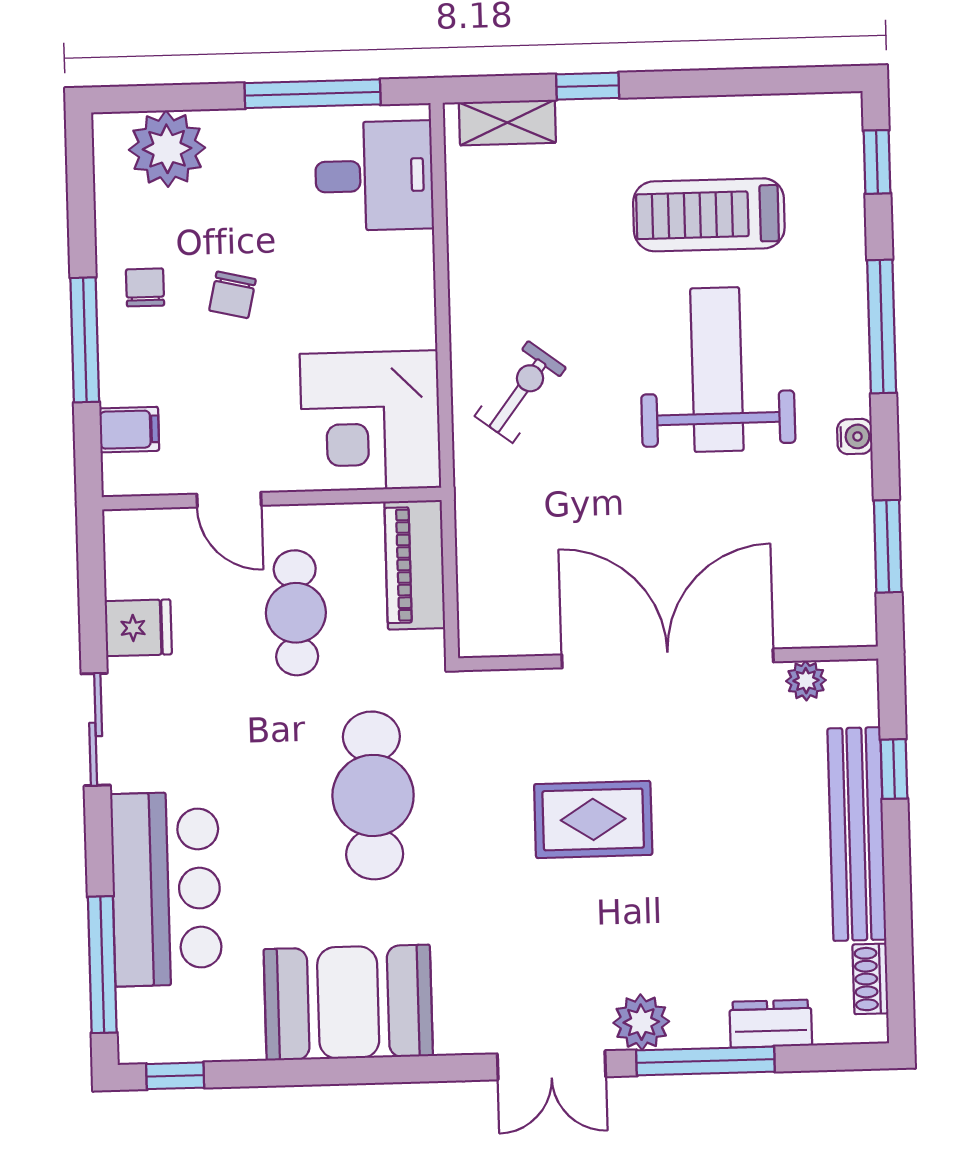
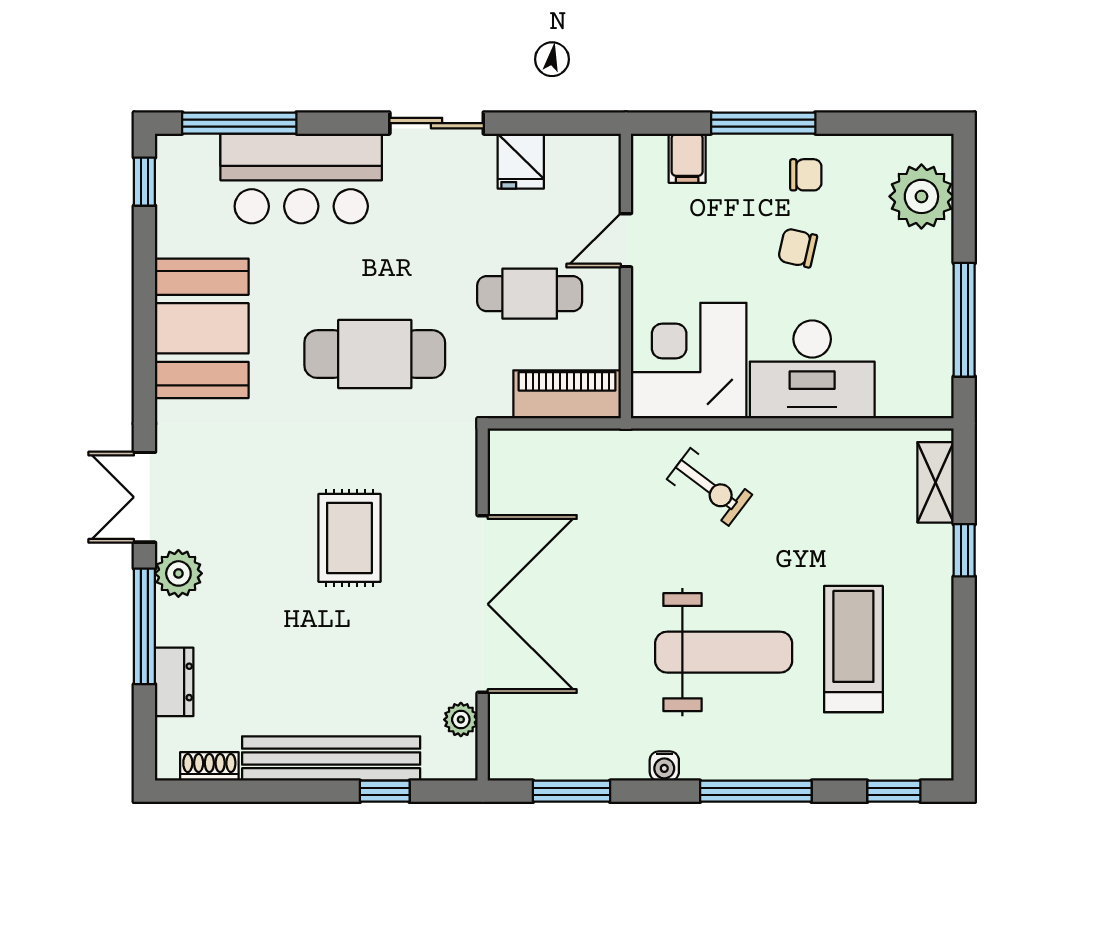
desk: (374, 176) -> (812, 369), moved, width x1.37

